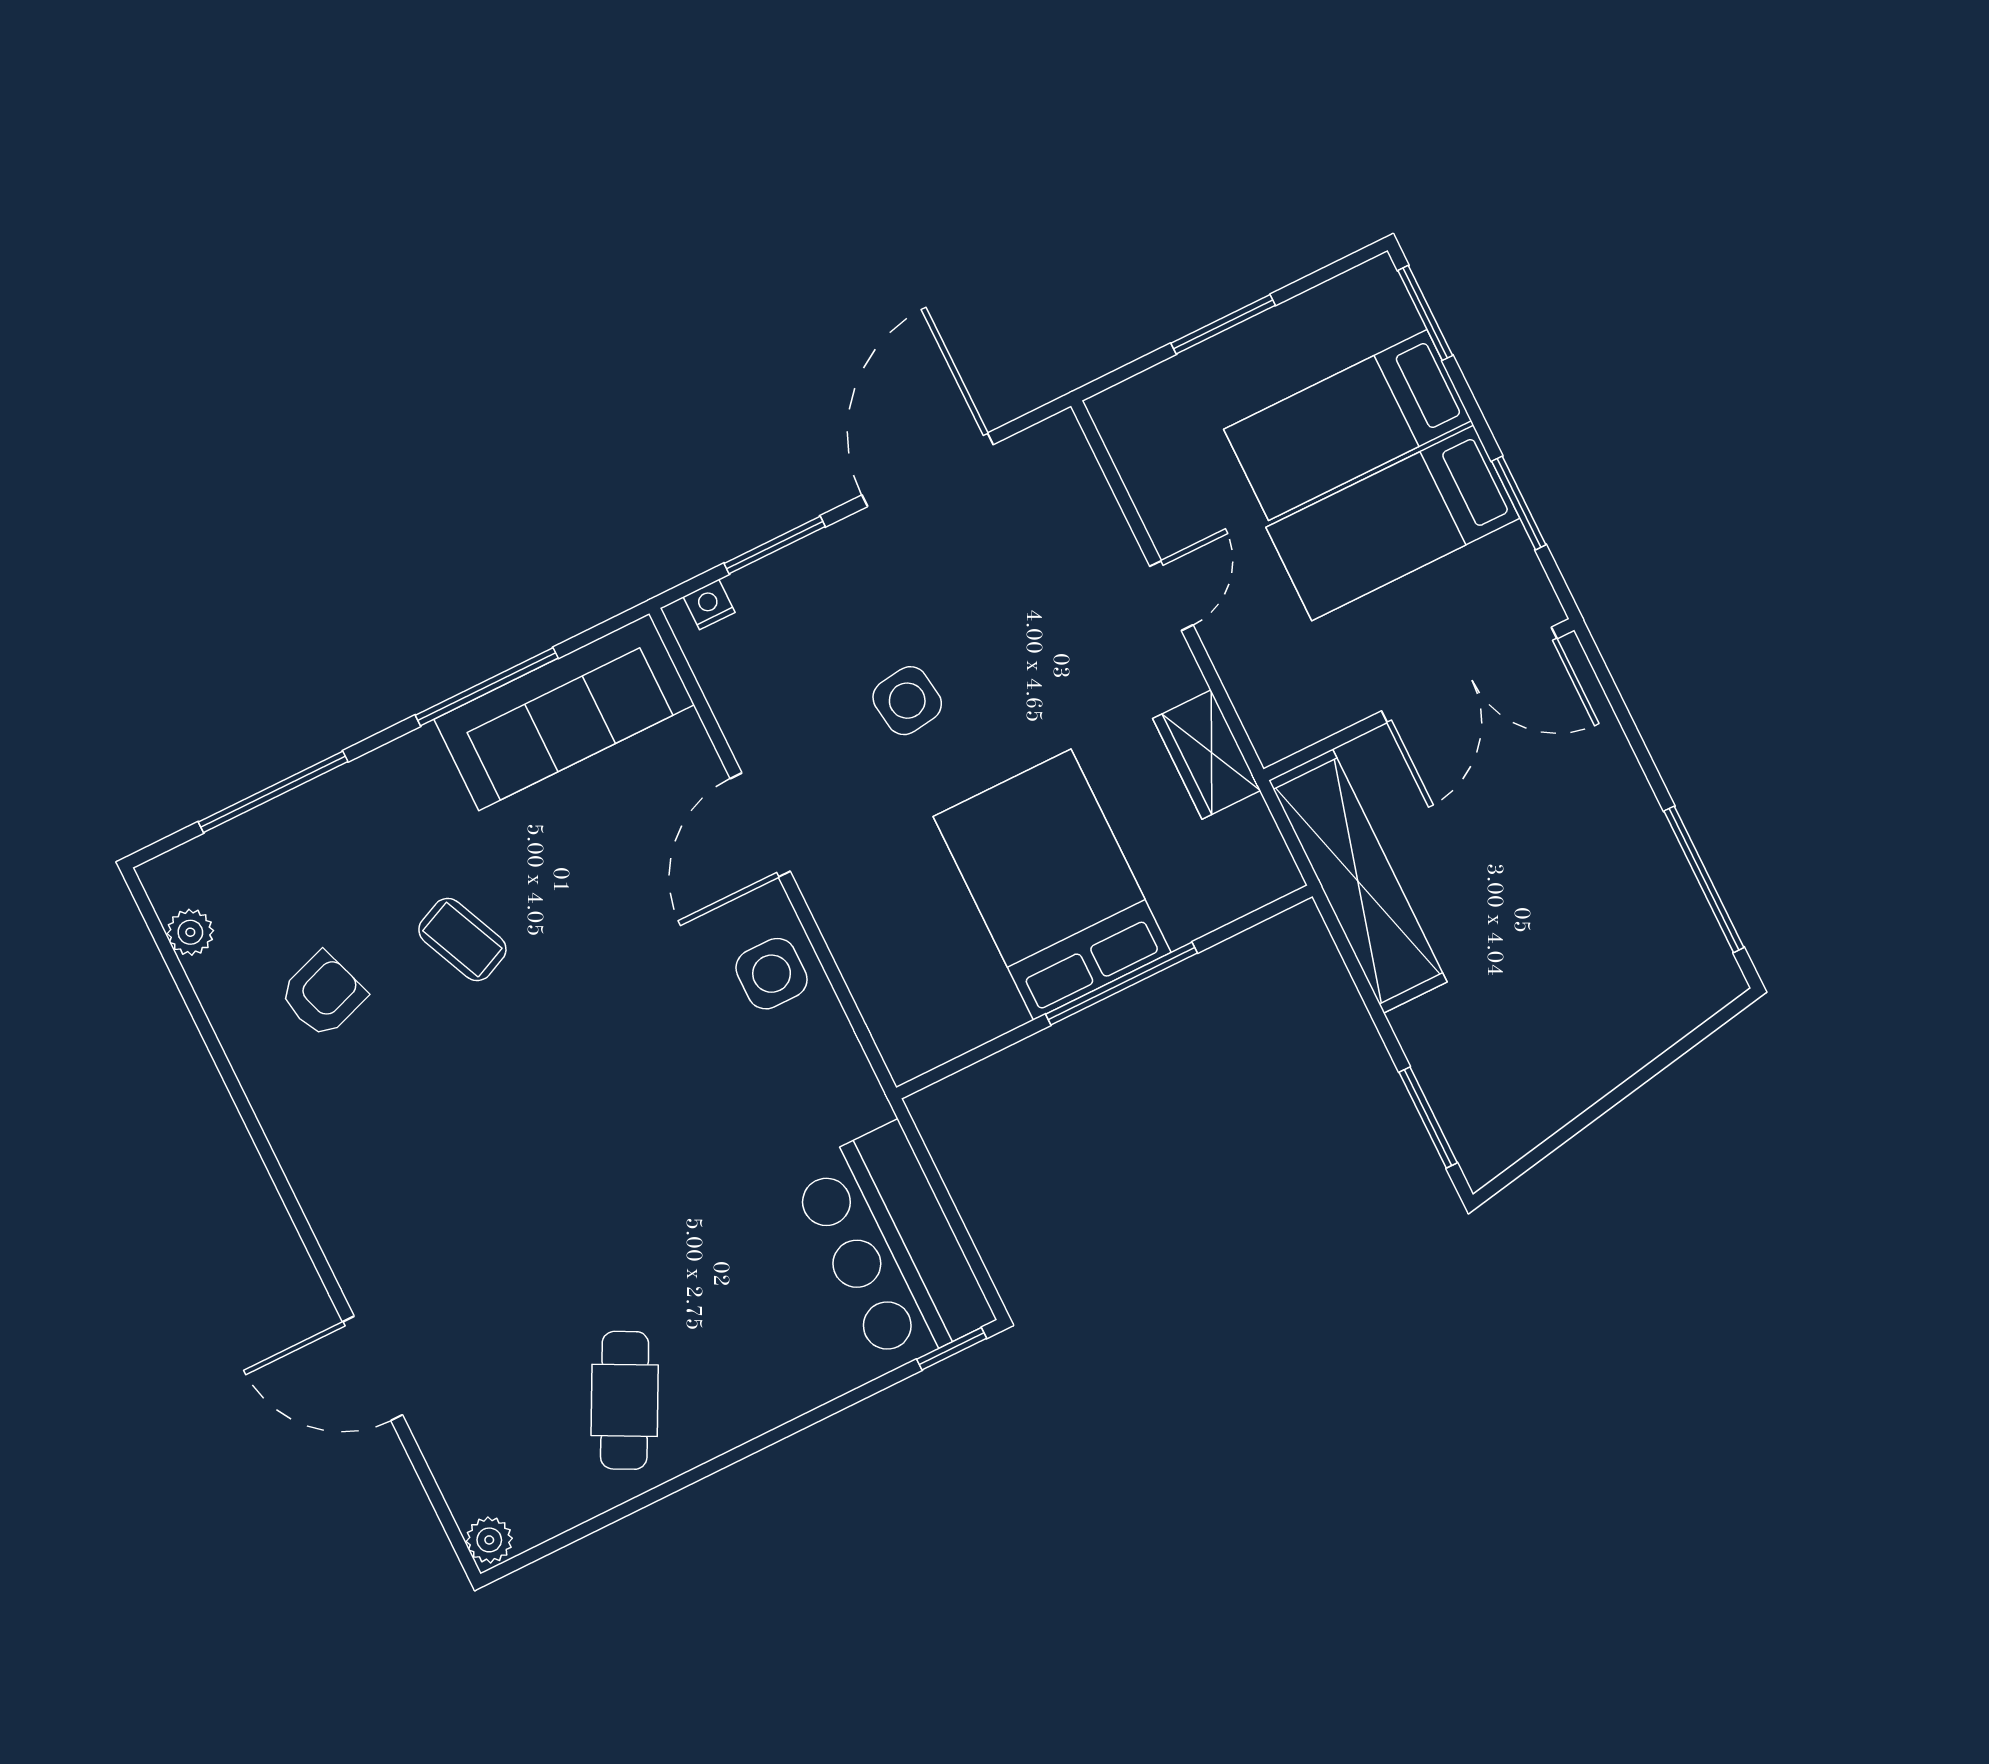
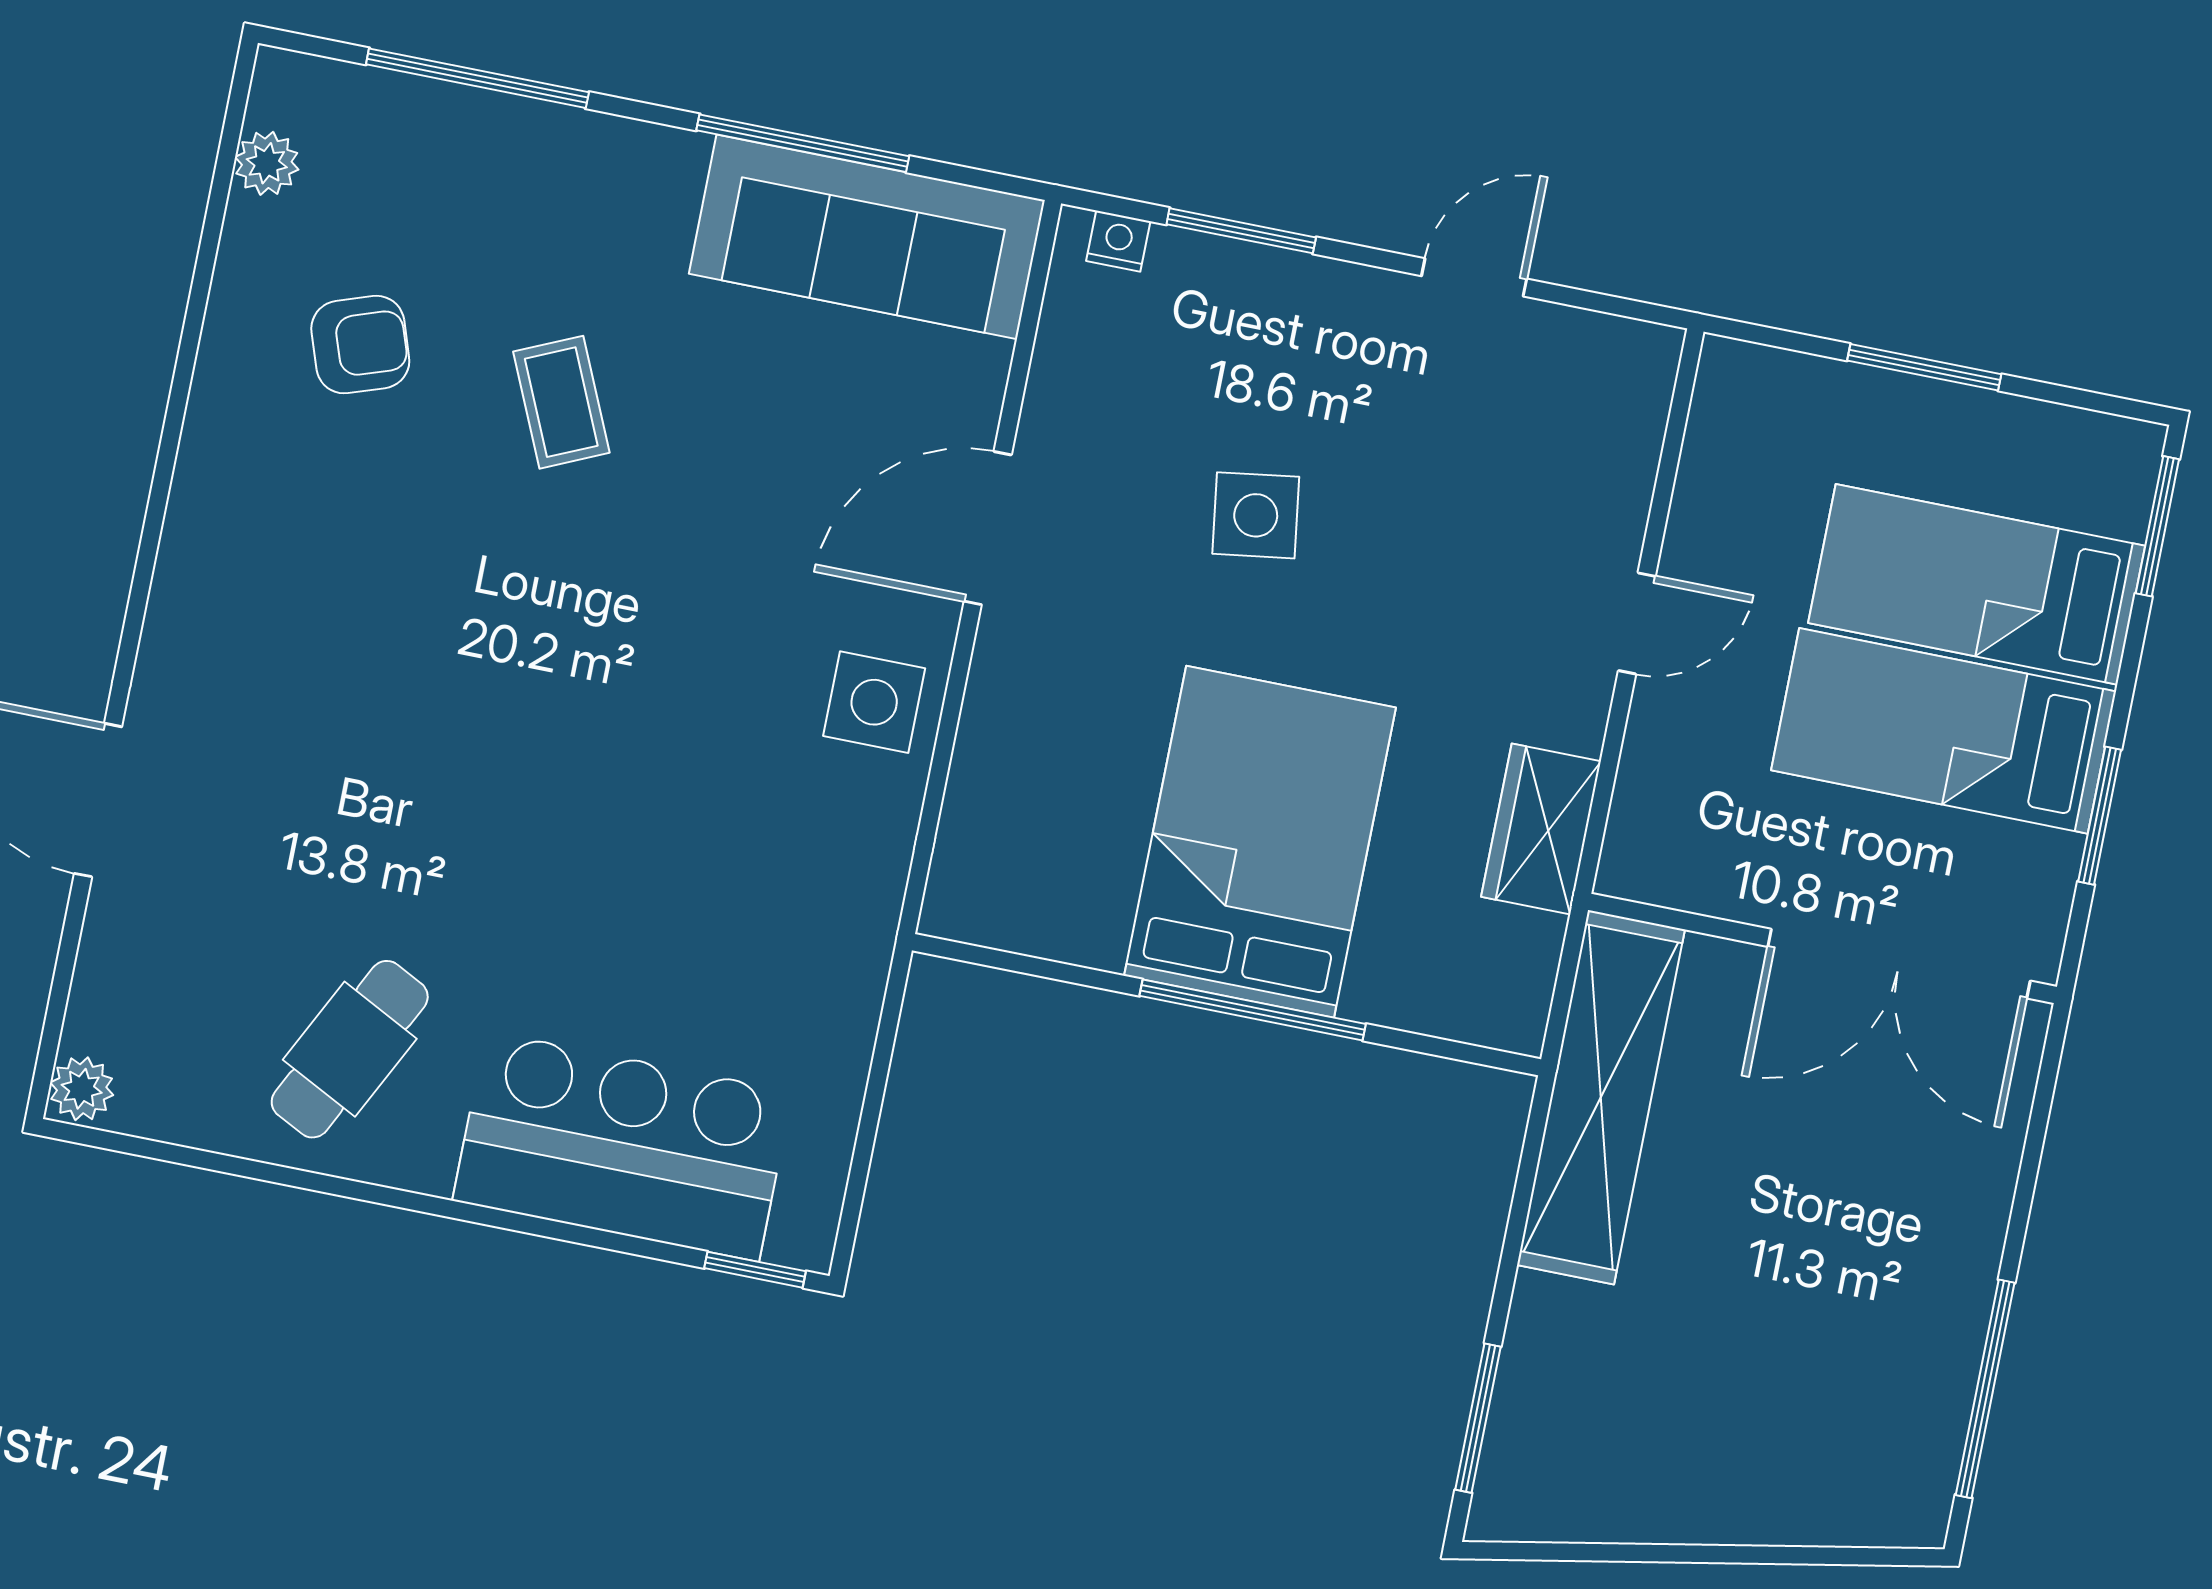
door: (928, 470) -> (1474, 277), width x0.53
bar counter: (892, 1247) -> (623, 1146), moved, turned 90

